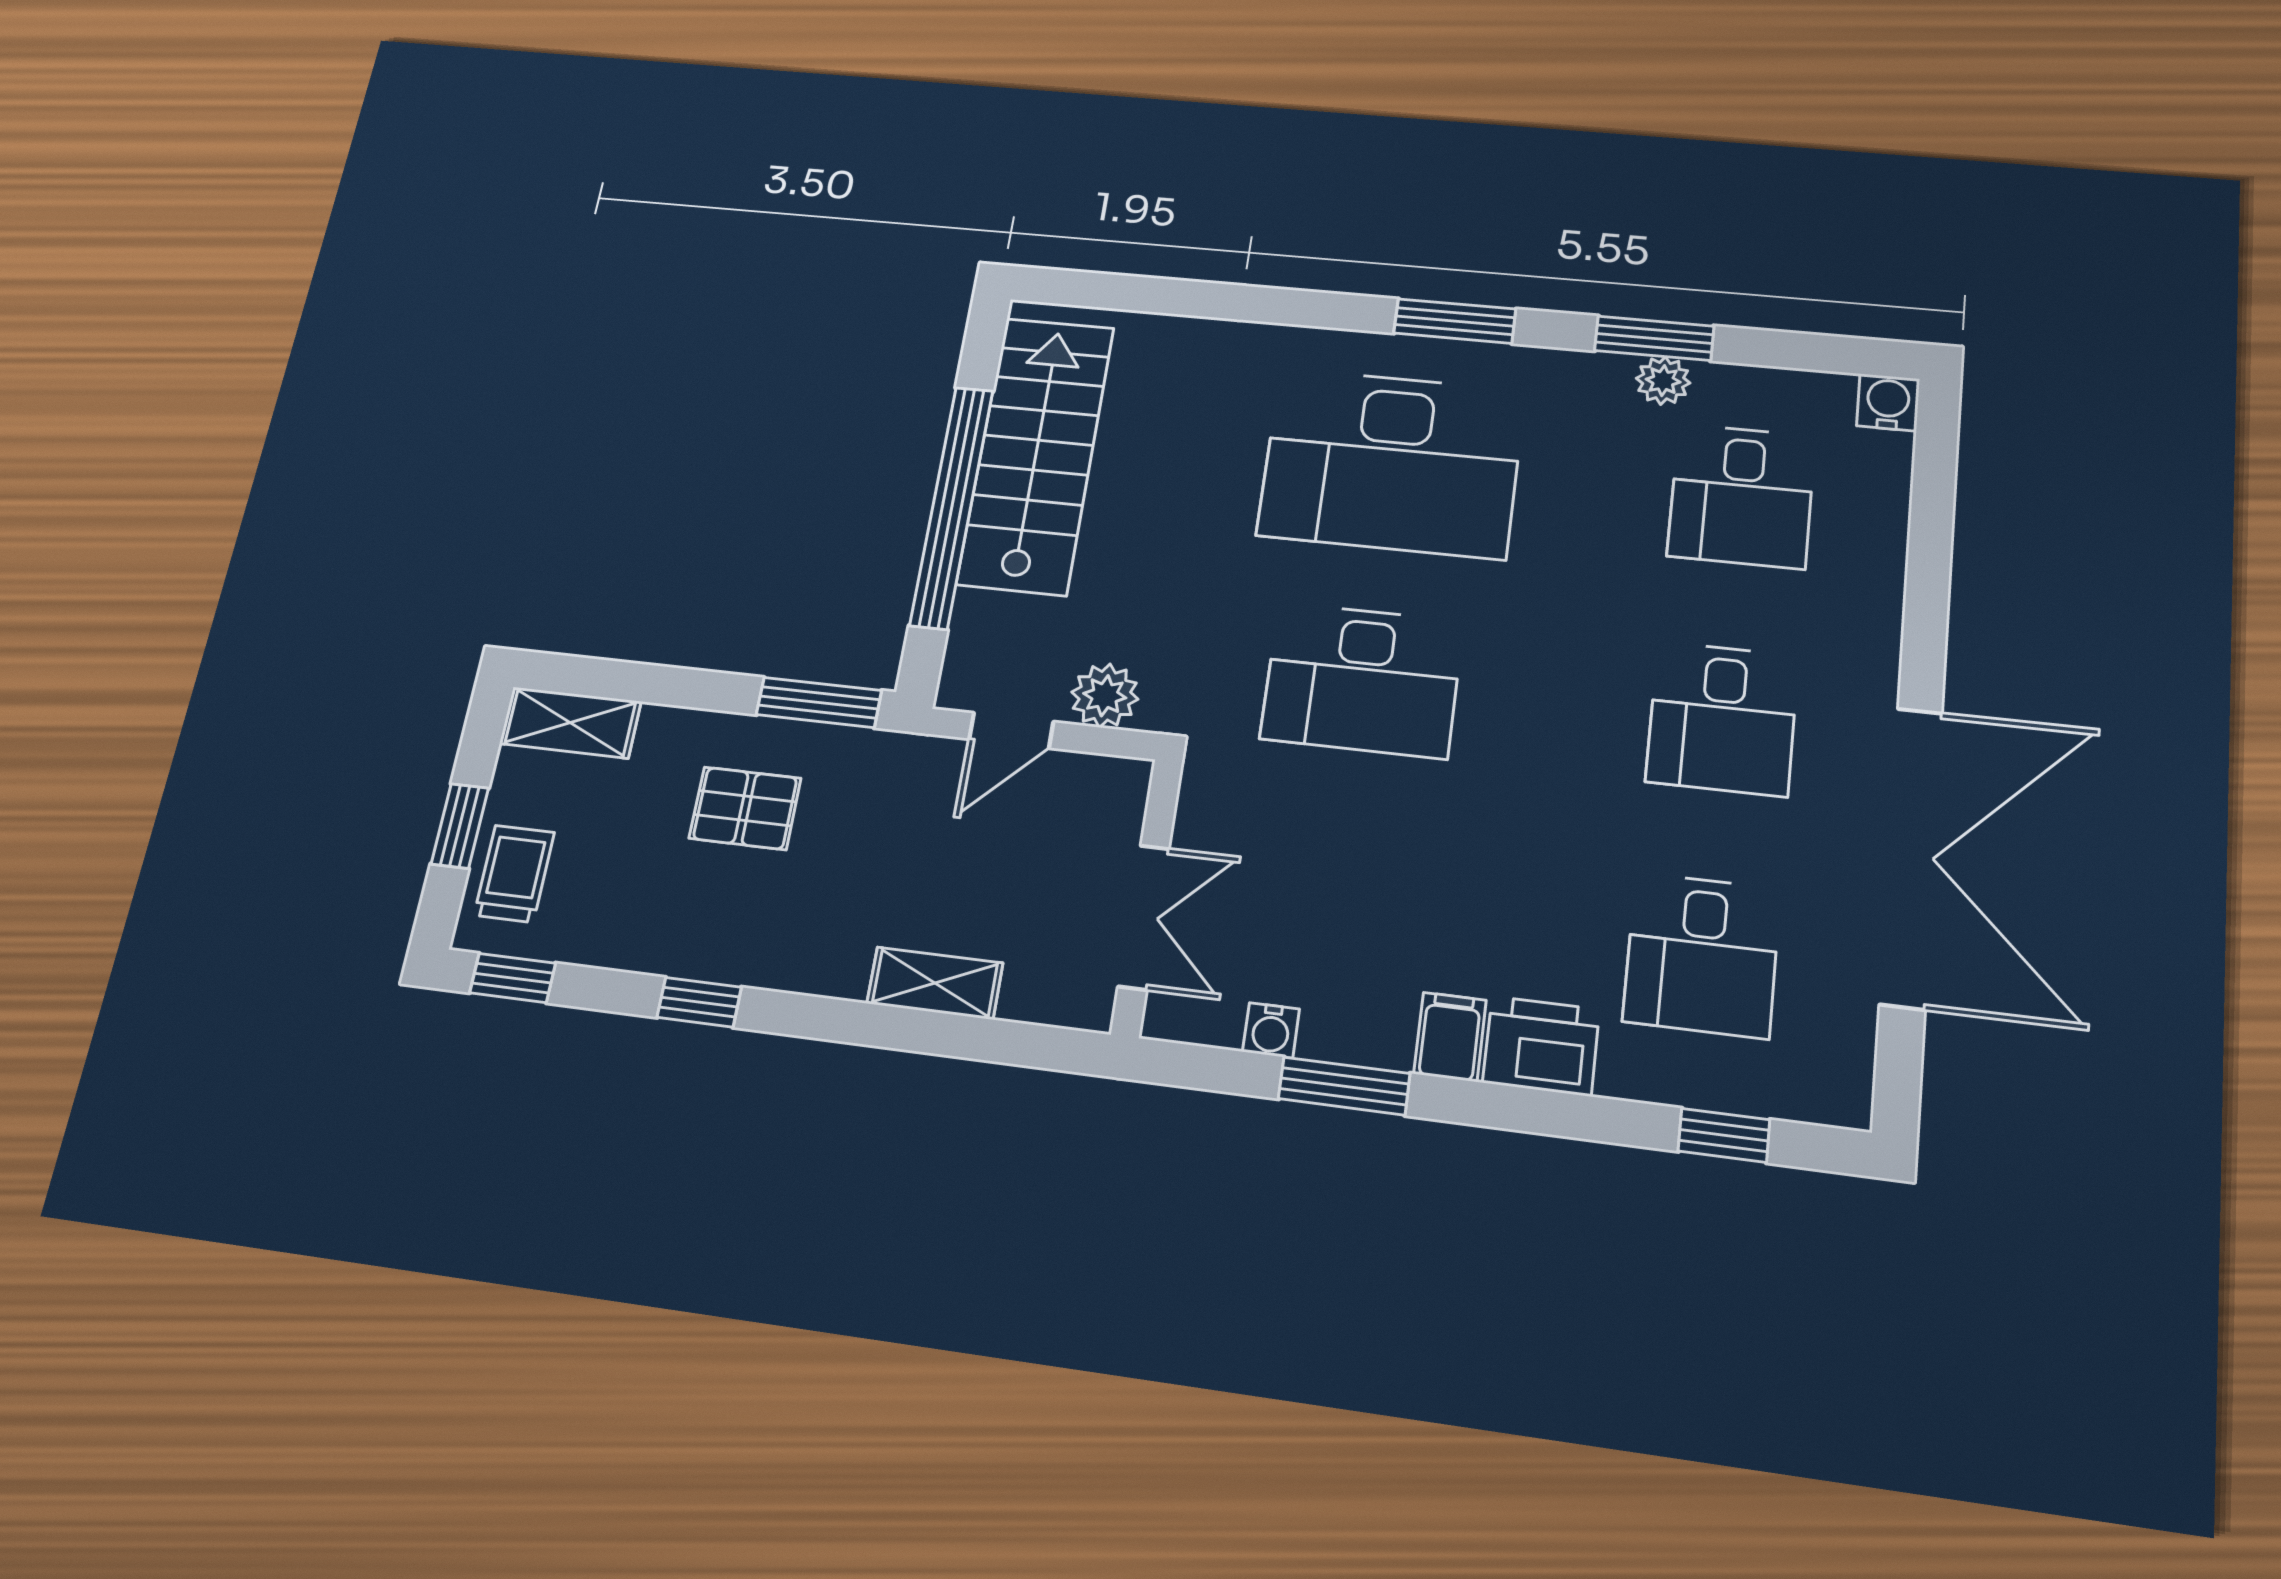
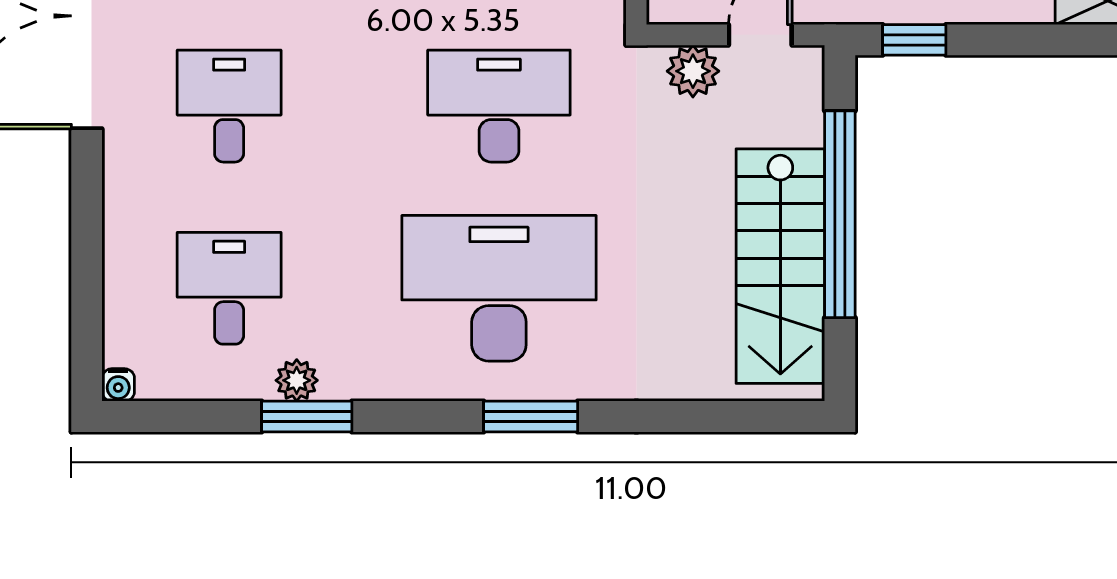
window: (1455, 321) -> (531, 417), moved
water cooler: (1888, 402) -> (118, 385), width x0.72, depth x0.72
window: (819, 703) -> (914, 40), width x0.67

